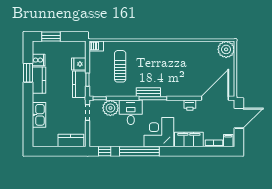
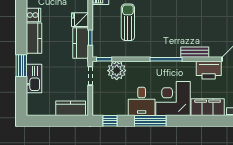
window: (28, 73) -> (21, 66), moved
bench: (148, 92) -> (195, 52), moved
printer: (190, 105) -> (209, 70), width x1.87, depth x1.48
desk: (131, 112) -> (142, 101), moved, turned 180
window: (139, 151) -> (150, 121), width x0.68

